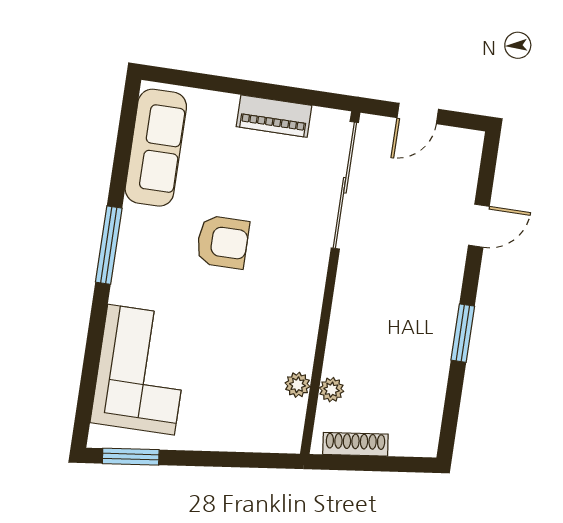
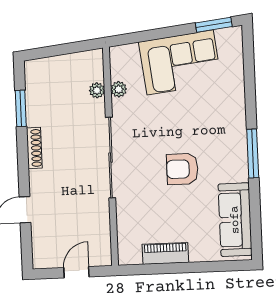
sliding door: (345, 185) -> (111, 158), moved
window: (463, 333) -> (21, 108), moved
corner sofa: (141, 370) -> (180, 62), moved, turned -97
shoe rack: (355, 444) -> (34, 148), moved, turned -83

